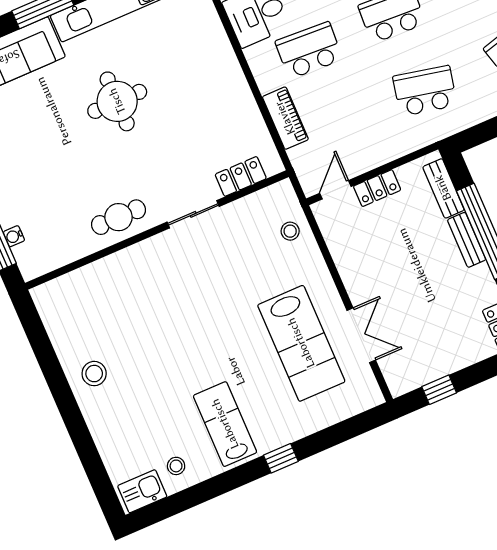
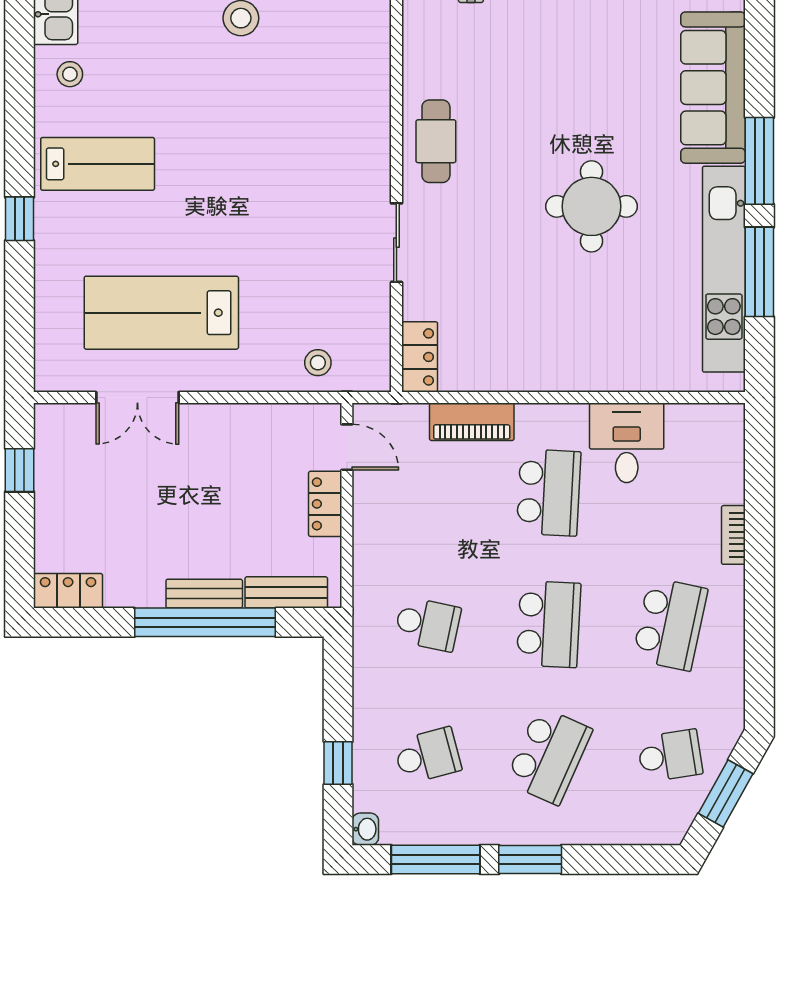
school desk: (425, 91) -> (427, 624), width x0.54
locker: (241, 176) -> (420, 357), moved

